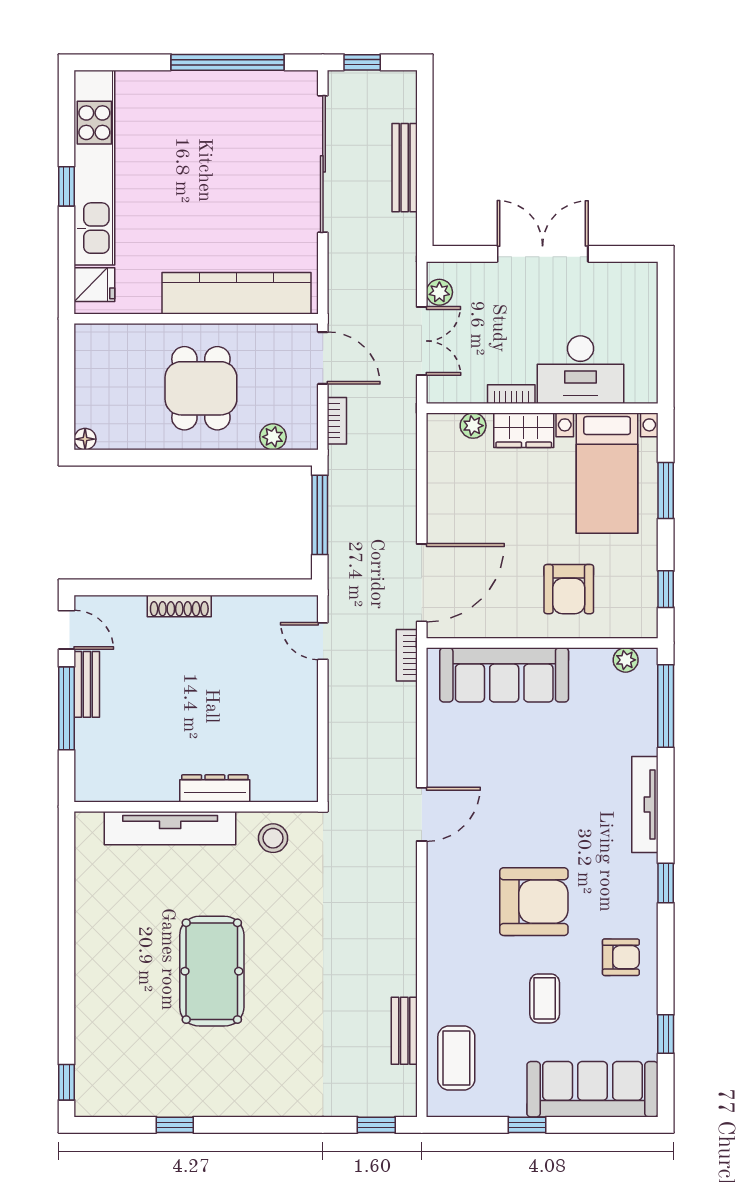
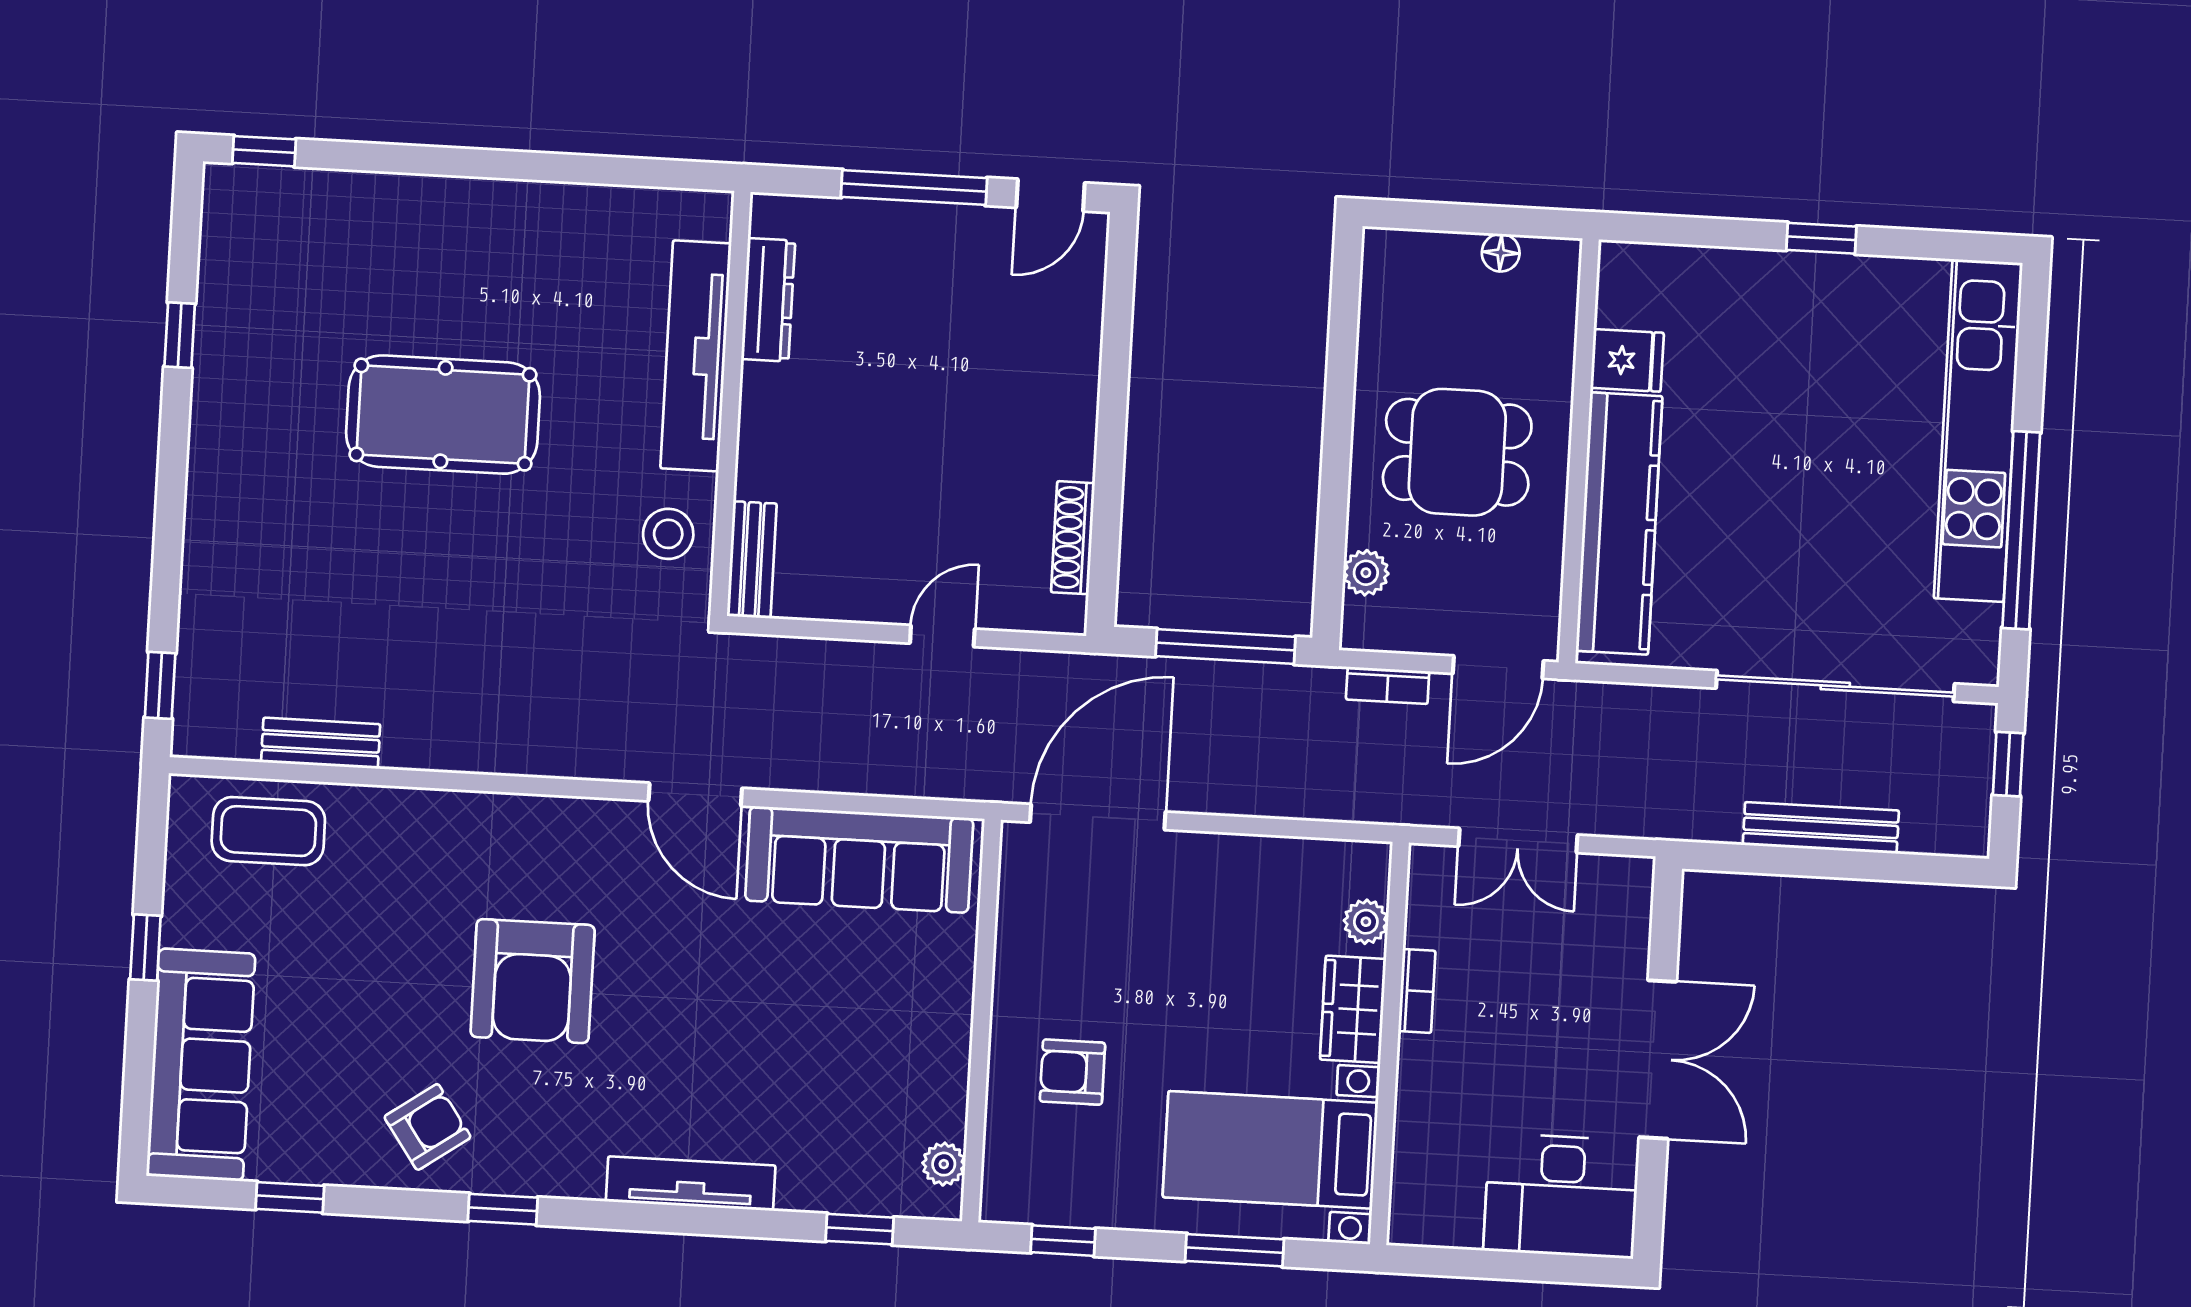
kitchen unit: (94, 168) -> (1978, 431), moved, turned 90
fridge: (94, 285) -> (1627, 360), moved, turned -90
plant: (439, 292) -> (1601, 876), removed
desk: (580, 370) -> (1561, 1196), moved, turned -90
floor lamp: (85, 439) -> (1501, 253), moved
door: (422, 583) -> (1098, 817), swing flipped
armchair: (569, 589) -> (1072, 1072), width x0.72, depth x0.72
shoe rack: (179, 606) -> (1073, 538), moved
door: (323, 641) -> (942, 636), moved
bookcase: (407, 655) -> (973, 784), removed
sofa: (504, 675) -> (859, 859), moved, turned -90
bench: (87, 684) -> (752, 560), moved, turned 90
window: (666, 706) -> (860, 1229), width x0.46
dresser: (215, 788) -> (768, 300), moved
window: (666, 883) -> (503, 1209), moved
armchair: (621, 957) -> (428, 1127), turned -125
coffee table: (545, 998) -> (363, 990), removed

